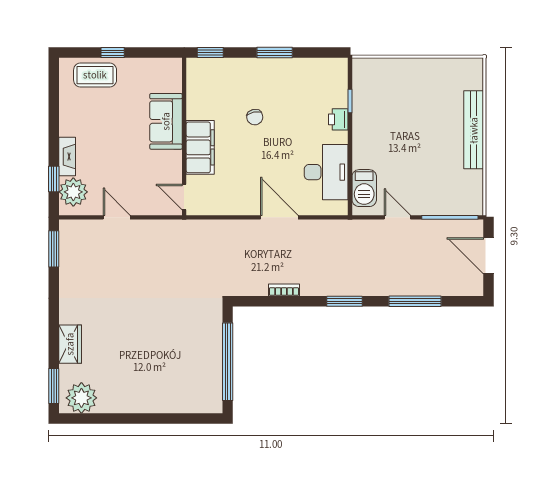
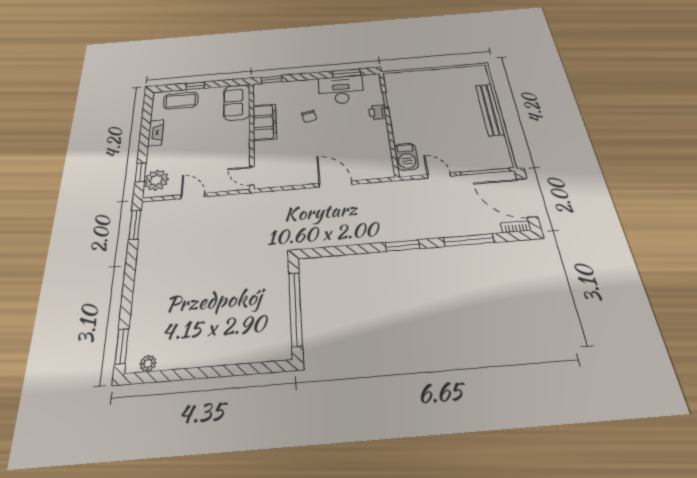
window: (275, 53) -> (346, 73), moved
sofa: (166, 121) -> (237, 102), moved
filing cabinet: (200, 147) -> (265, 122), moved
fireplace: (67, 157) -> (156, 133), moved
desk: (326, 172) -> (341, 90), moved, turned -90
door: (488, 256) -> (527, 198), width x1.36
bookcase: (284, 290) -> (516, 227), moved
wardrobe: (70, 344) -> (142, 305), removed
plant: (81, 398) -> (148, 363), width x0.53, depth x0.53

